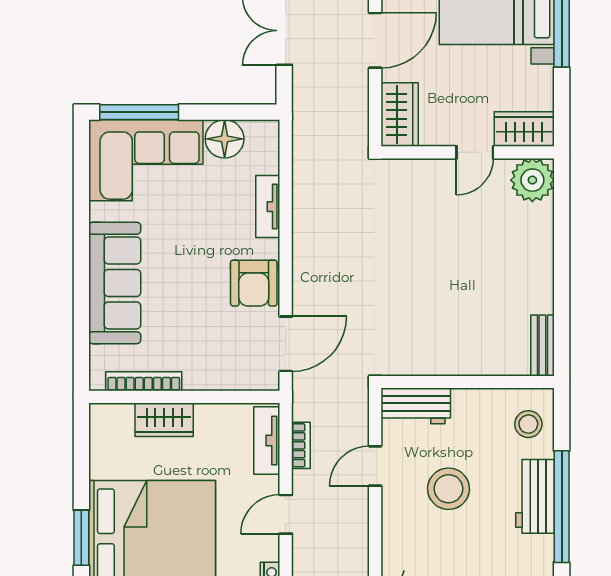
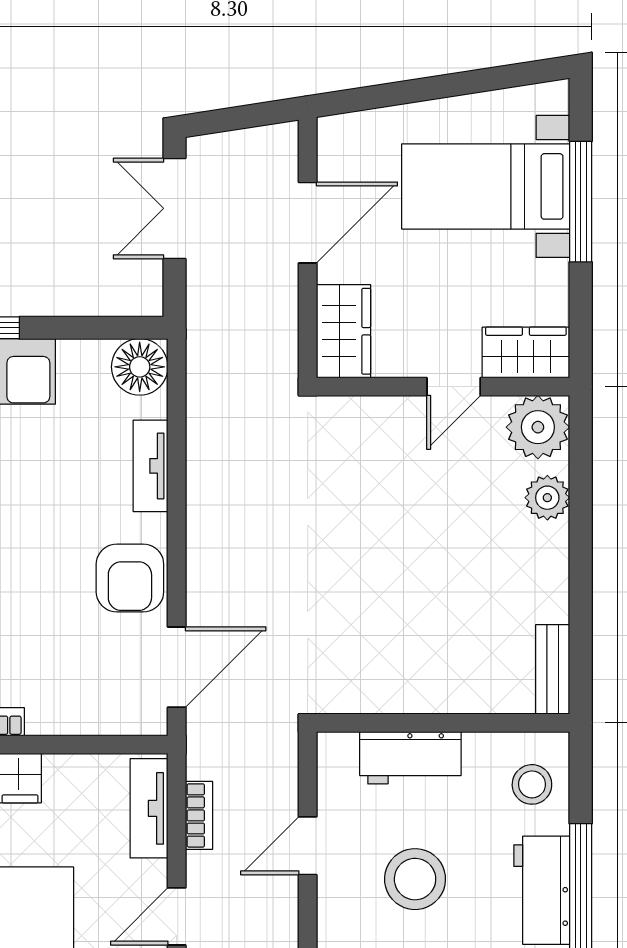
floor lamp: (225, 139) -> (140, 367), moved
plant: (539, 228) -> (547, 498), added
workbench: (416, 406) -> (410, 758), moved

